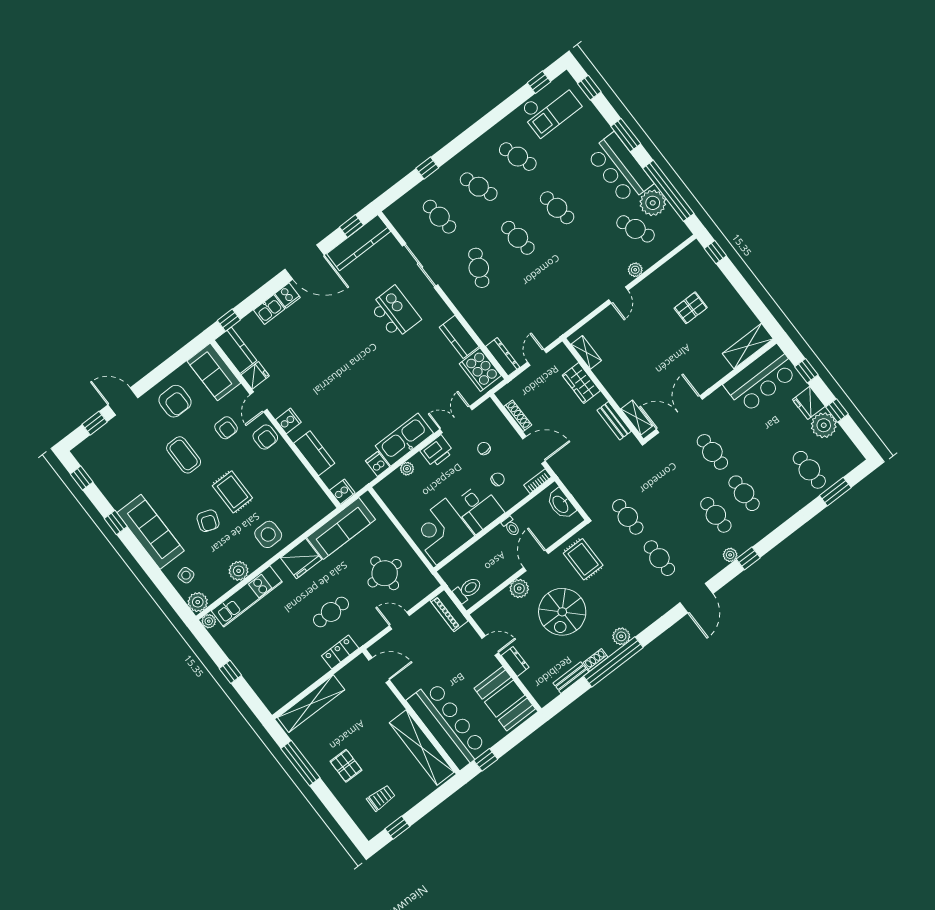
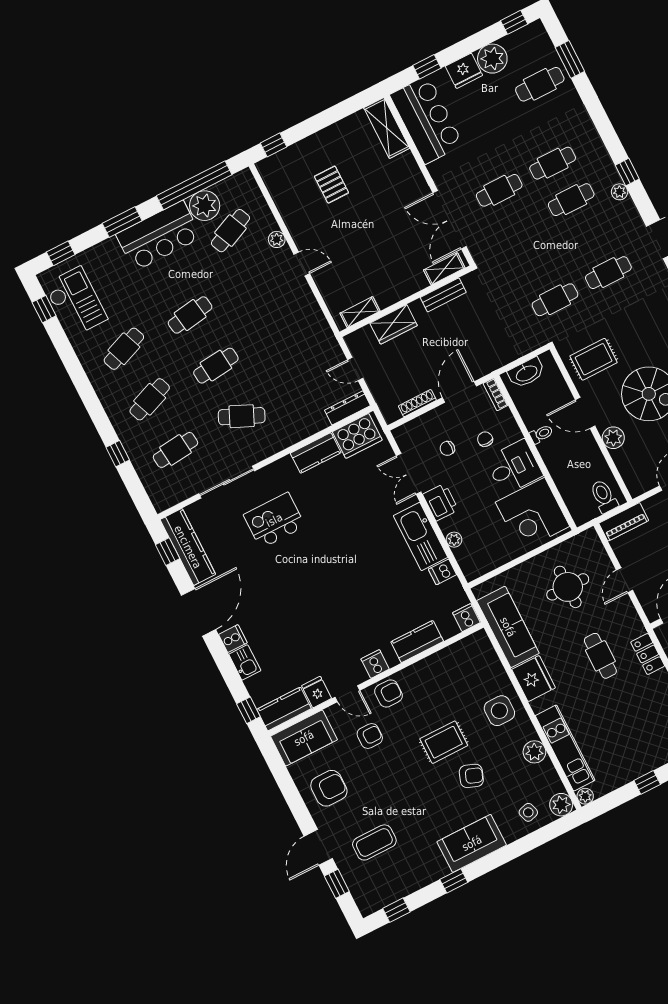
window: (837, 411) -> (514, 22), moved
coffee table: (184, 455) -> (374, 842), moved
sofa: (151, 532) -> (472, 843), width x0.73

